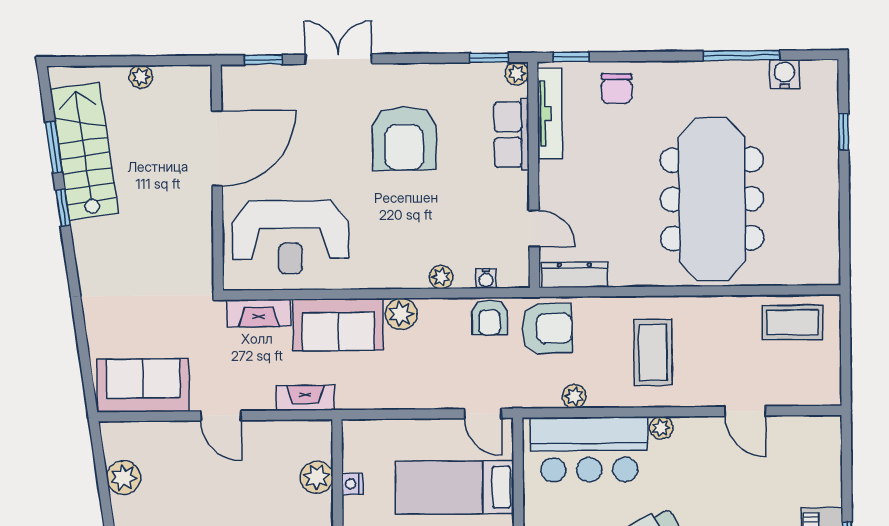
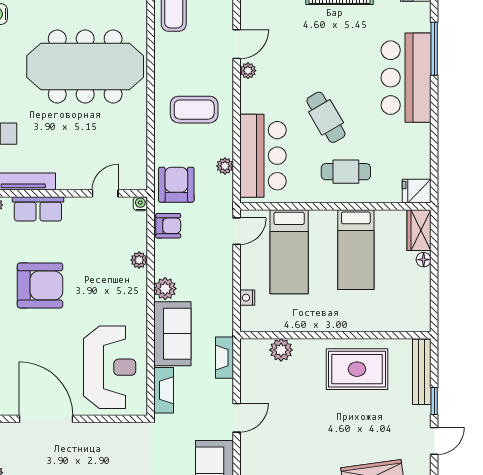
dresser: (574, 275) -> (138, 165), removed
water cooler: (486, 278) -> (140, 204), moved, turned -90
plant: (661, 428) -> (248, 71), moved
nightstand: (352, 484) -> (247, 298), moved, turned 90

